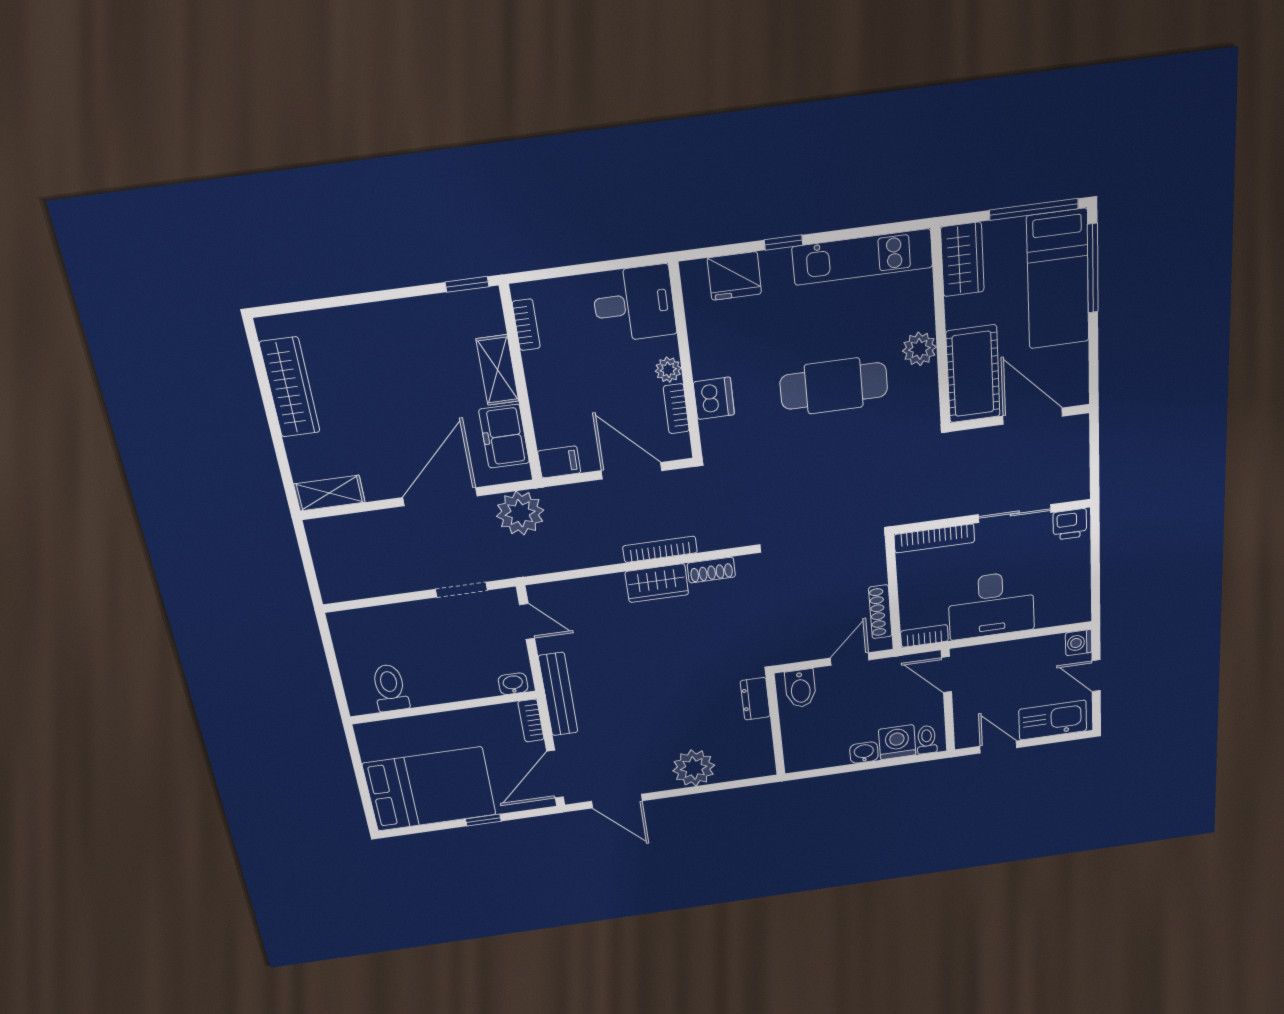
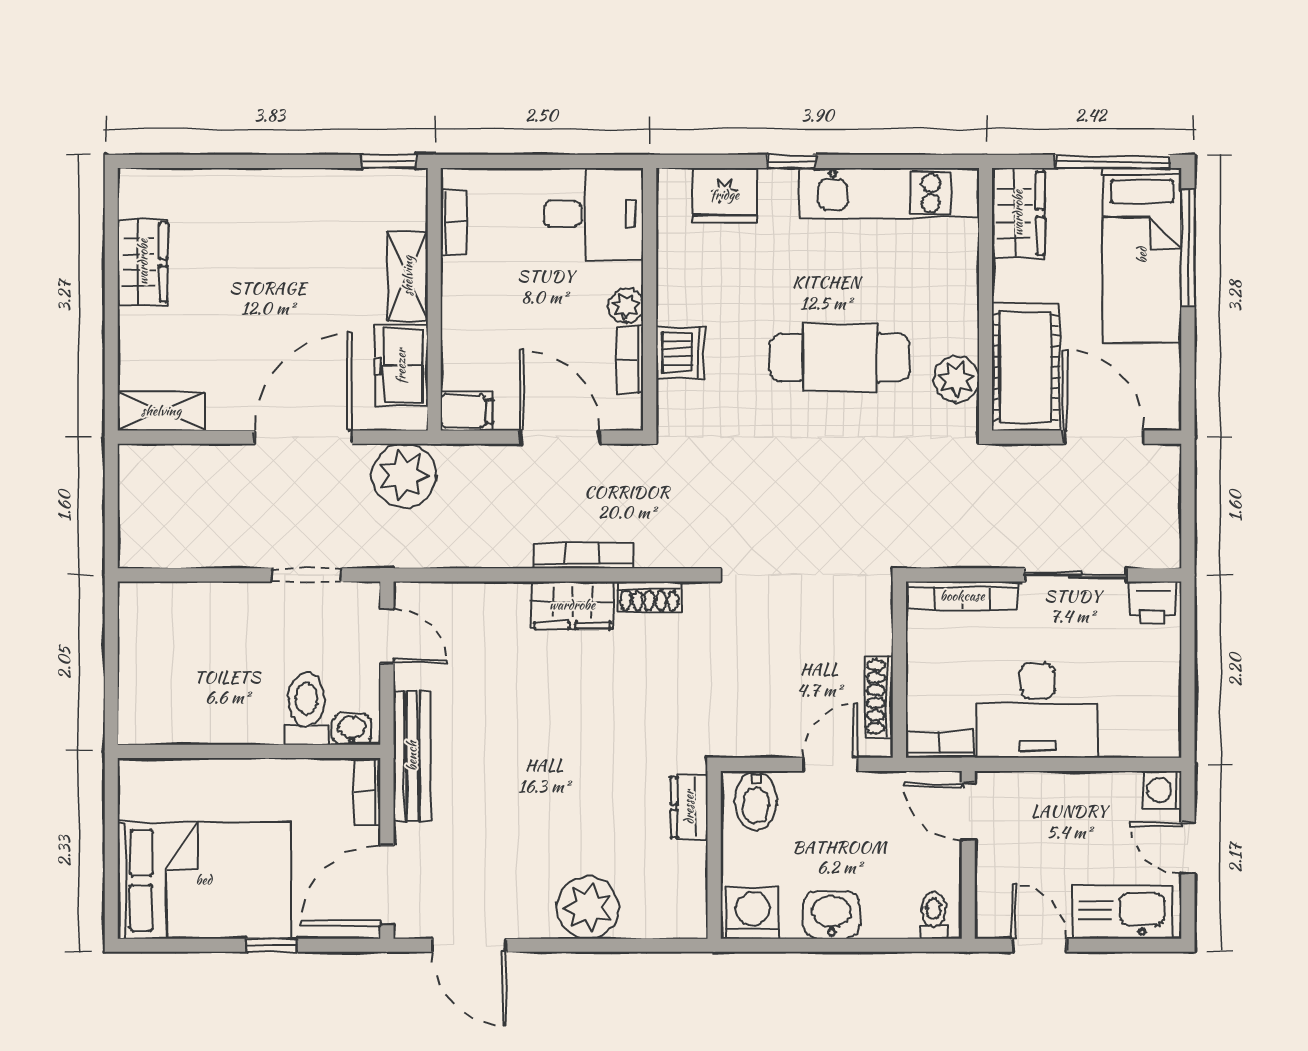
plant: (919, 349) -> (956, 379), moved
wardrobe: (290, 387) -> (143, 262), width x0.67
toilet: (390, 688) -> (307, 709), moved
washing machine: (897, 742) -> (752, 913), moved
washbasin: (864, 753) -> (832, 915), width x1.38, depth x1.45

